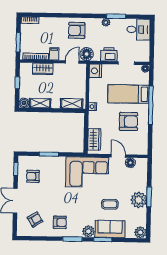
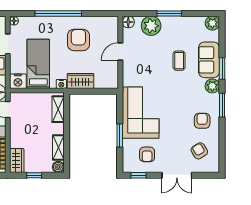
wardrobe: (43, 69) -> (17, 161), moved
bed: (128, 94) -> (38, 64), moved, turned 180
wardrobe: (94, 139) -> (80, 81), moved
floor lamp: (130, 163) -> (128, 22), moved
corner sofa: (87, 172) -> (141, 113), moved
plant: (139, 200) -> (151, 26), moved

